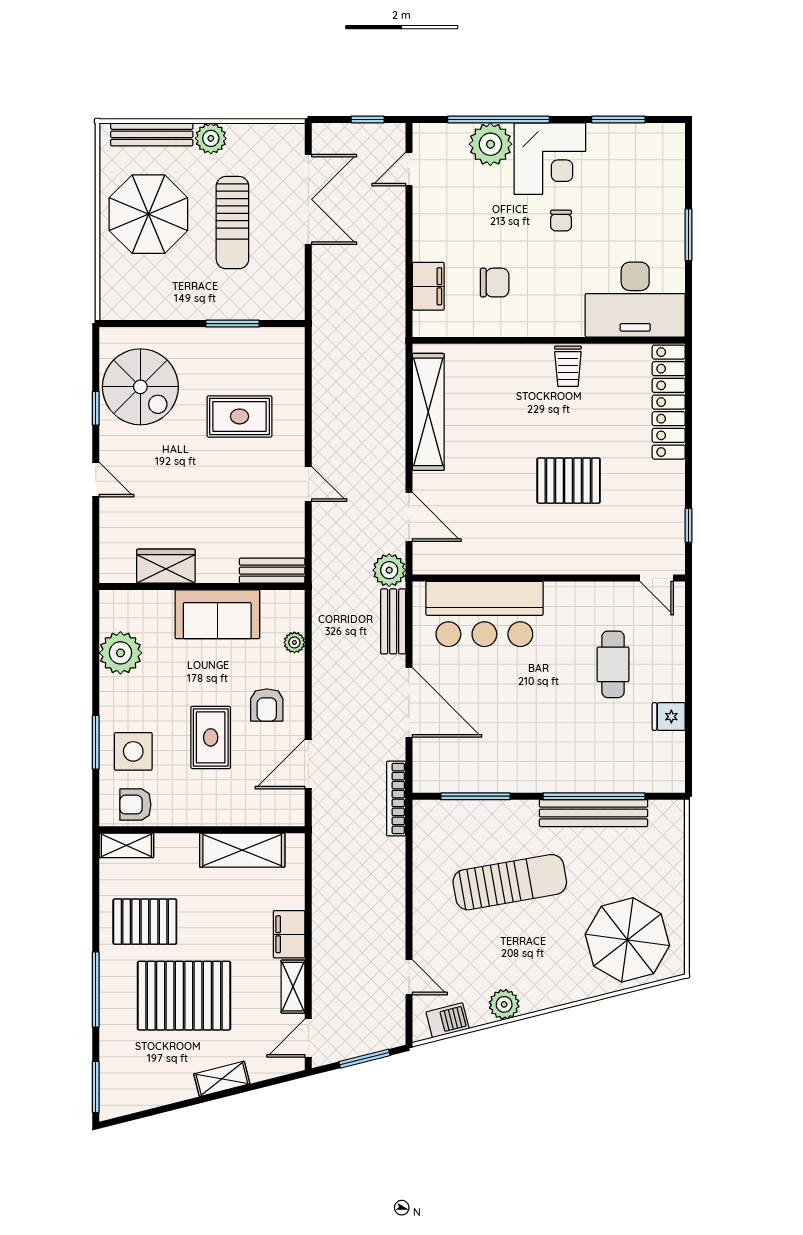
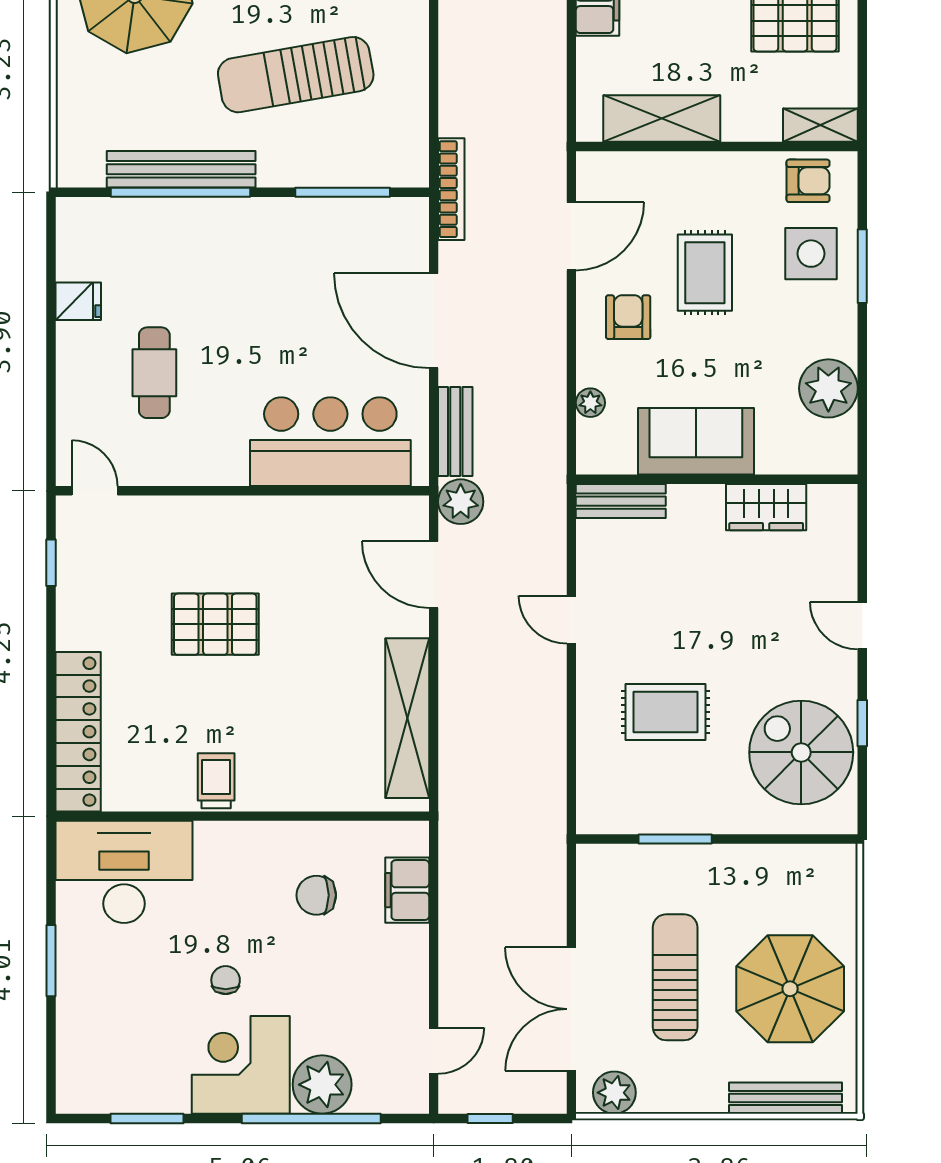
plant: (211, 138) -> (614, 1093), moved

